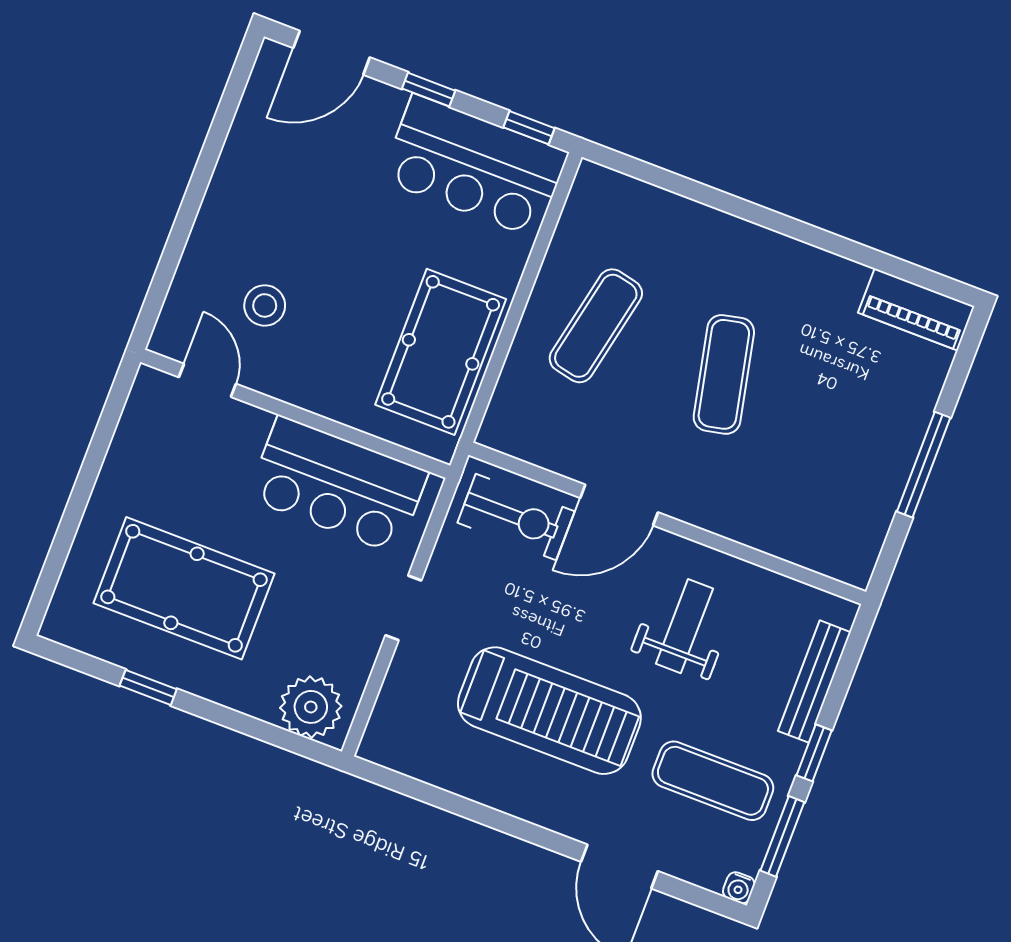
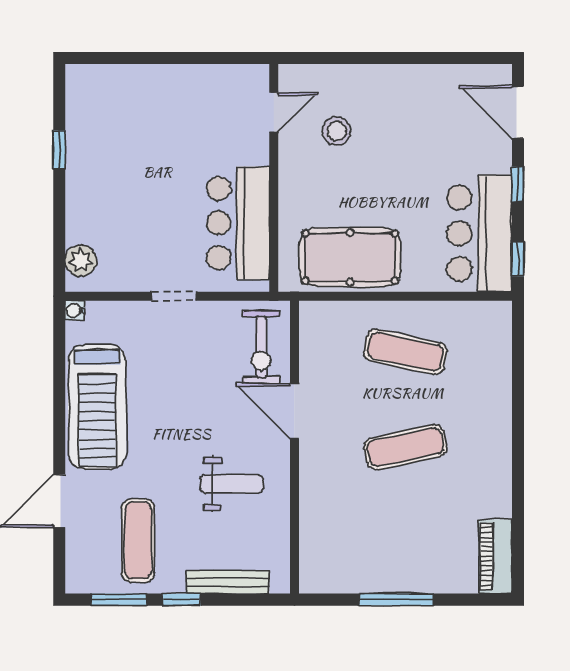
pool table: (184, 588) -> (133, 148), removed
plant: (311, 707) -> (81, 260), width x0.73, depth x0.73
treadmill: (549, 711) -> (97, 407), moved
water cooler: (739, 888) -> (75, 310), moved

